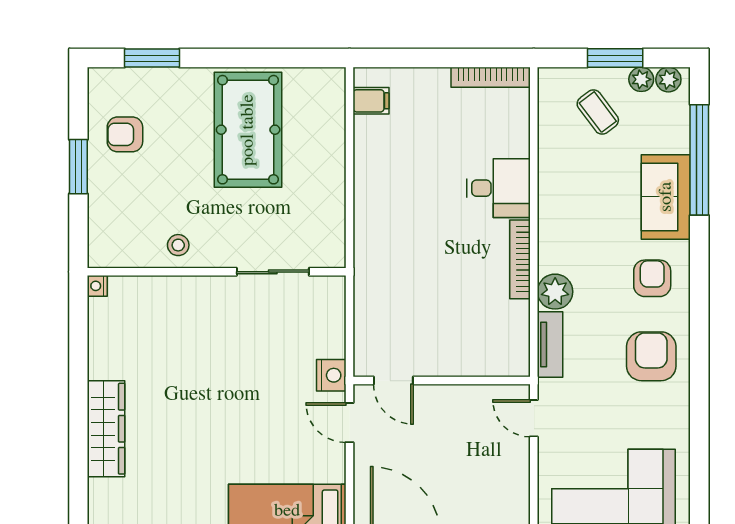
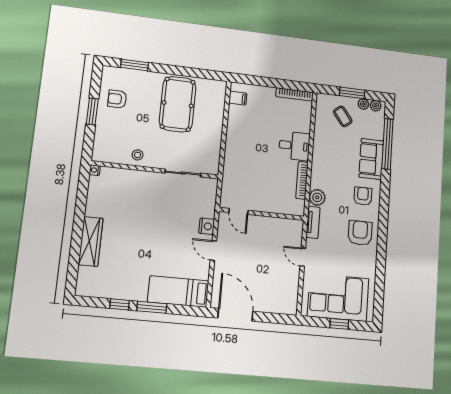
door: (393, 381) -> (238, 211), moved
wall: (442, 381) -> (262, 214), moved

